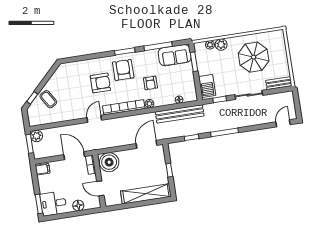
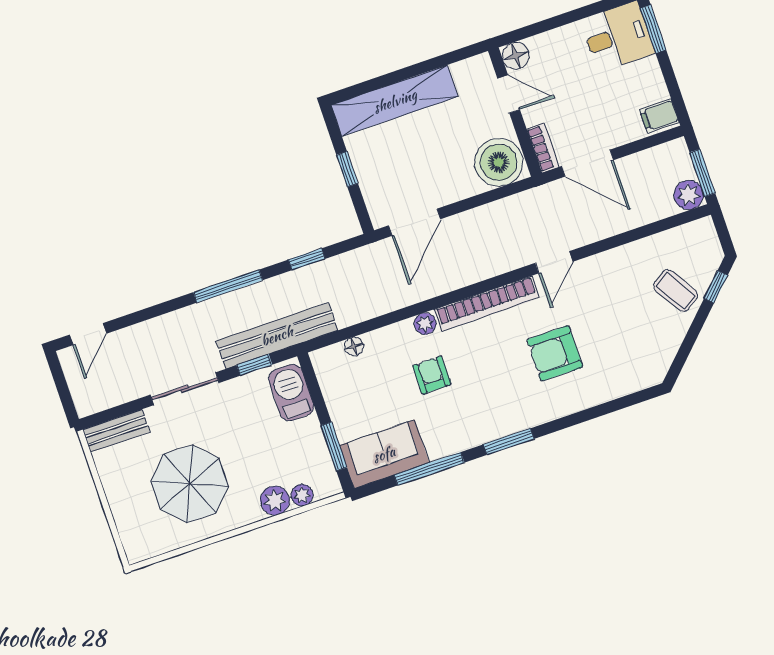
armchair: (123, 70) -> (504, 395), removed
bench: (180, 114) -> (277, 336), moved
floor lamp: (78, 206) -> (516, 56), moved

